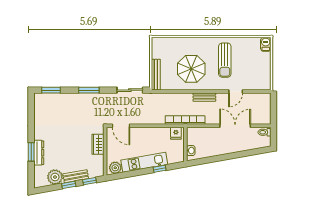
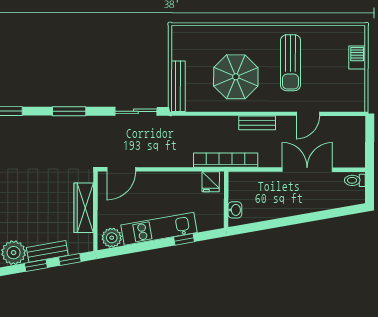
barbecue: (266, 44) -> (357, 58), moved
door: (121, 126) -> (121, 169), hinge flipped
wardrobe: (98, 144) -> (84, 208), width x1.50

